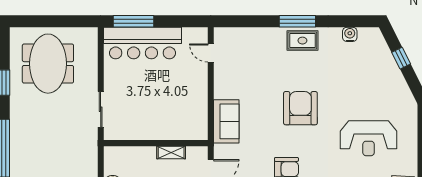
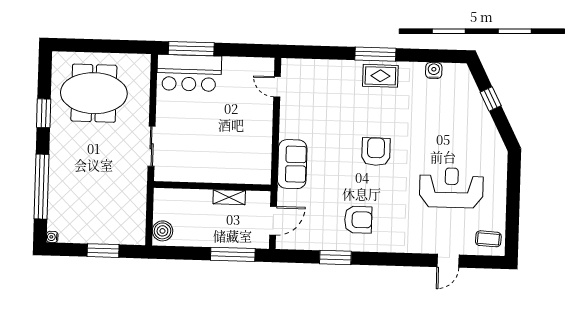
bar counter: (143, 43) -> (189, 73), width x0.73
meeting table: (48, 64) -> (94, 93), turned 90
armchair: (300, 108) -> (376, 152), width x0.73, depth x0.73
reception desk: (369, 138) -> (451, 188), turned 180

